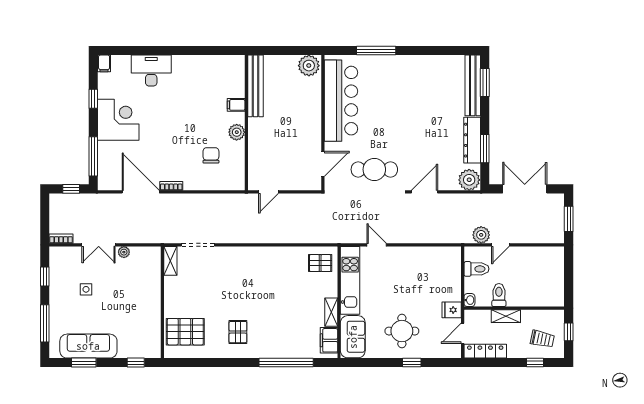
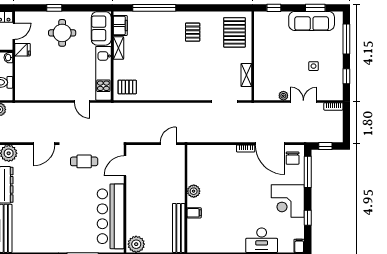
chair: (211, 155) -> (293, 158), moved
cafe table: (374, 169) -> (84, 161), width x0.73, depth x0.74
shelving: (170, 261) -> (246, 75), moved
pallet: (185, 332) -> (234, 32), turned 90

